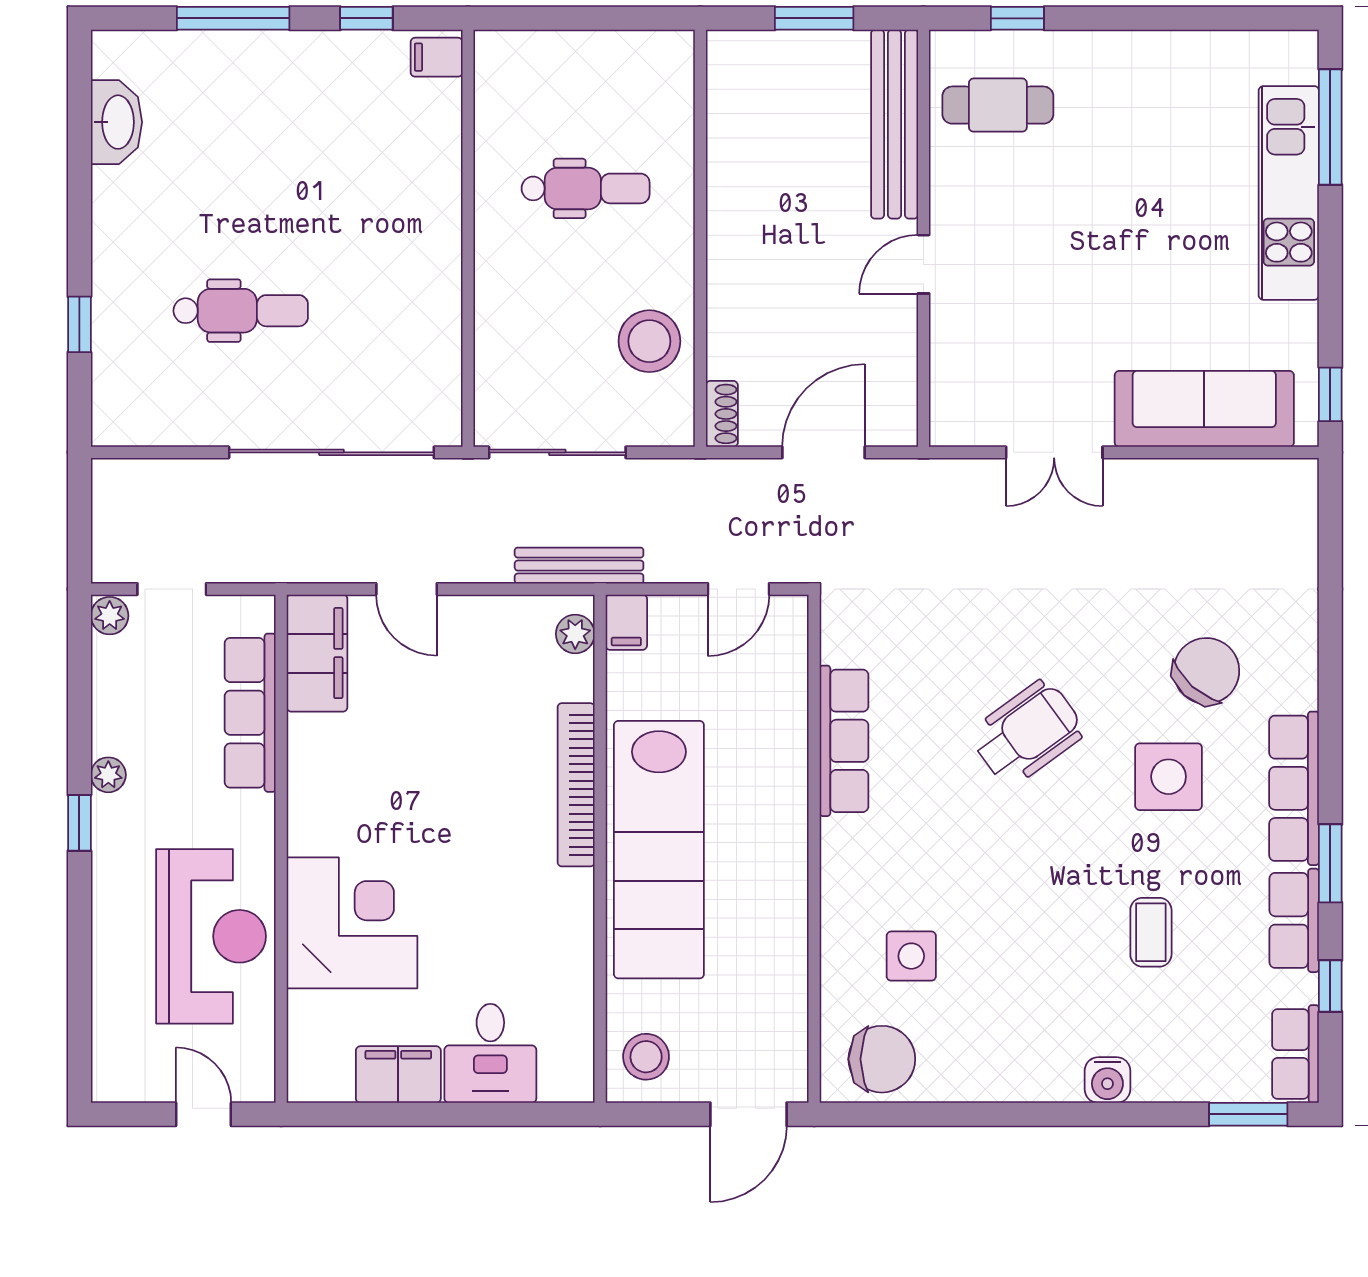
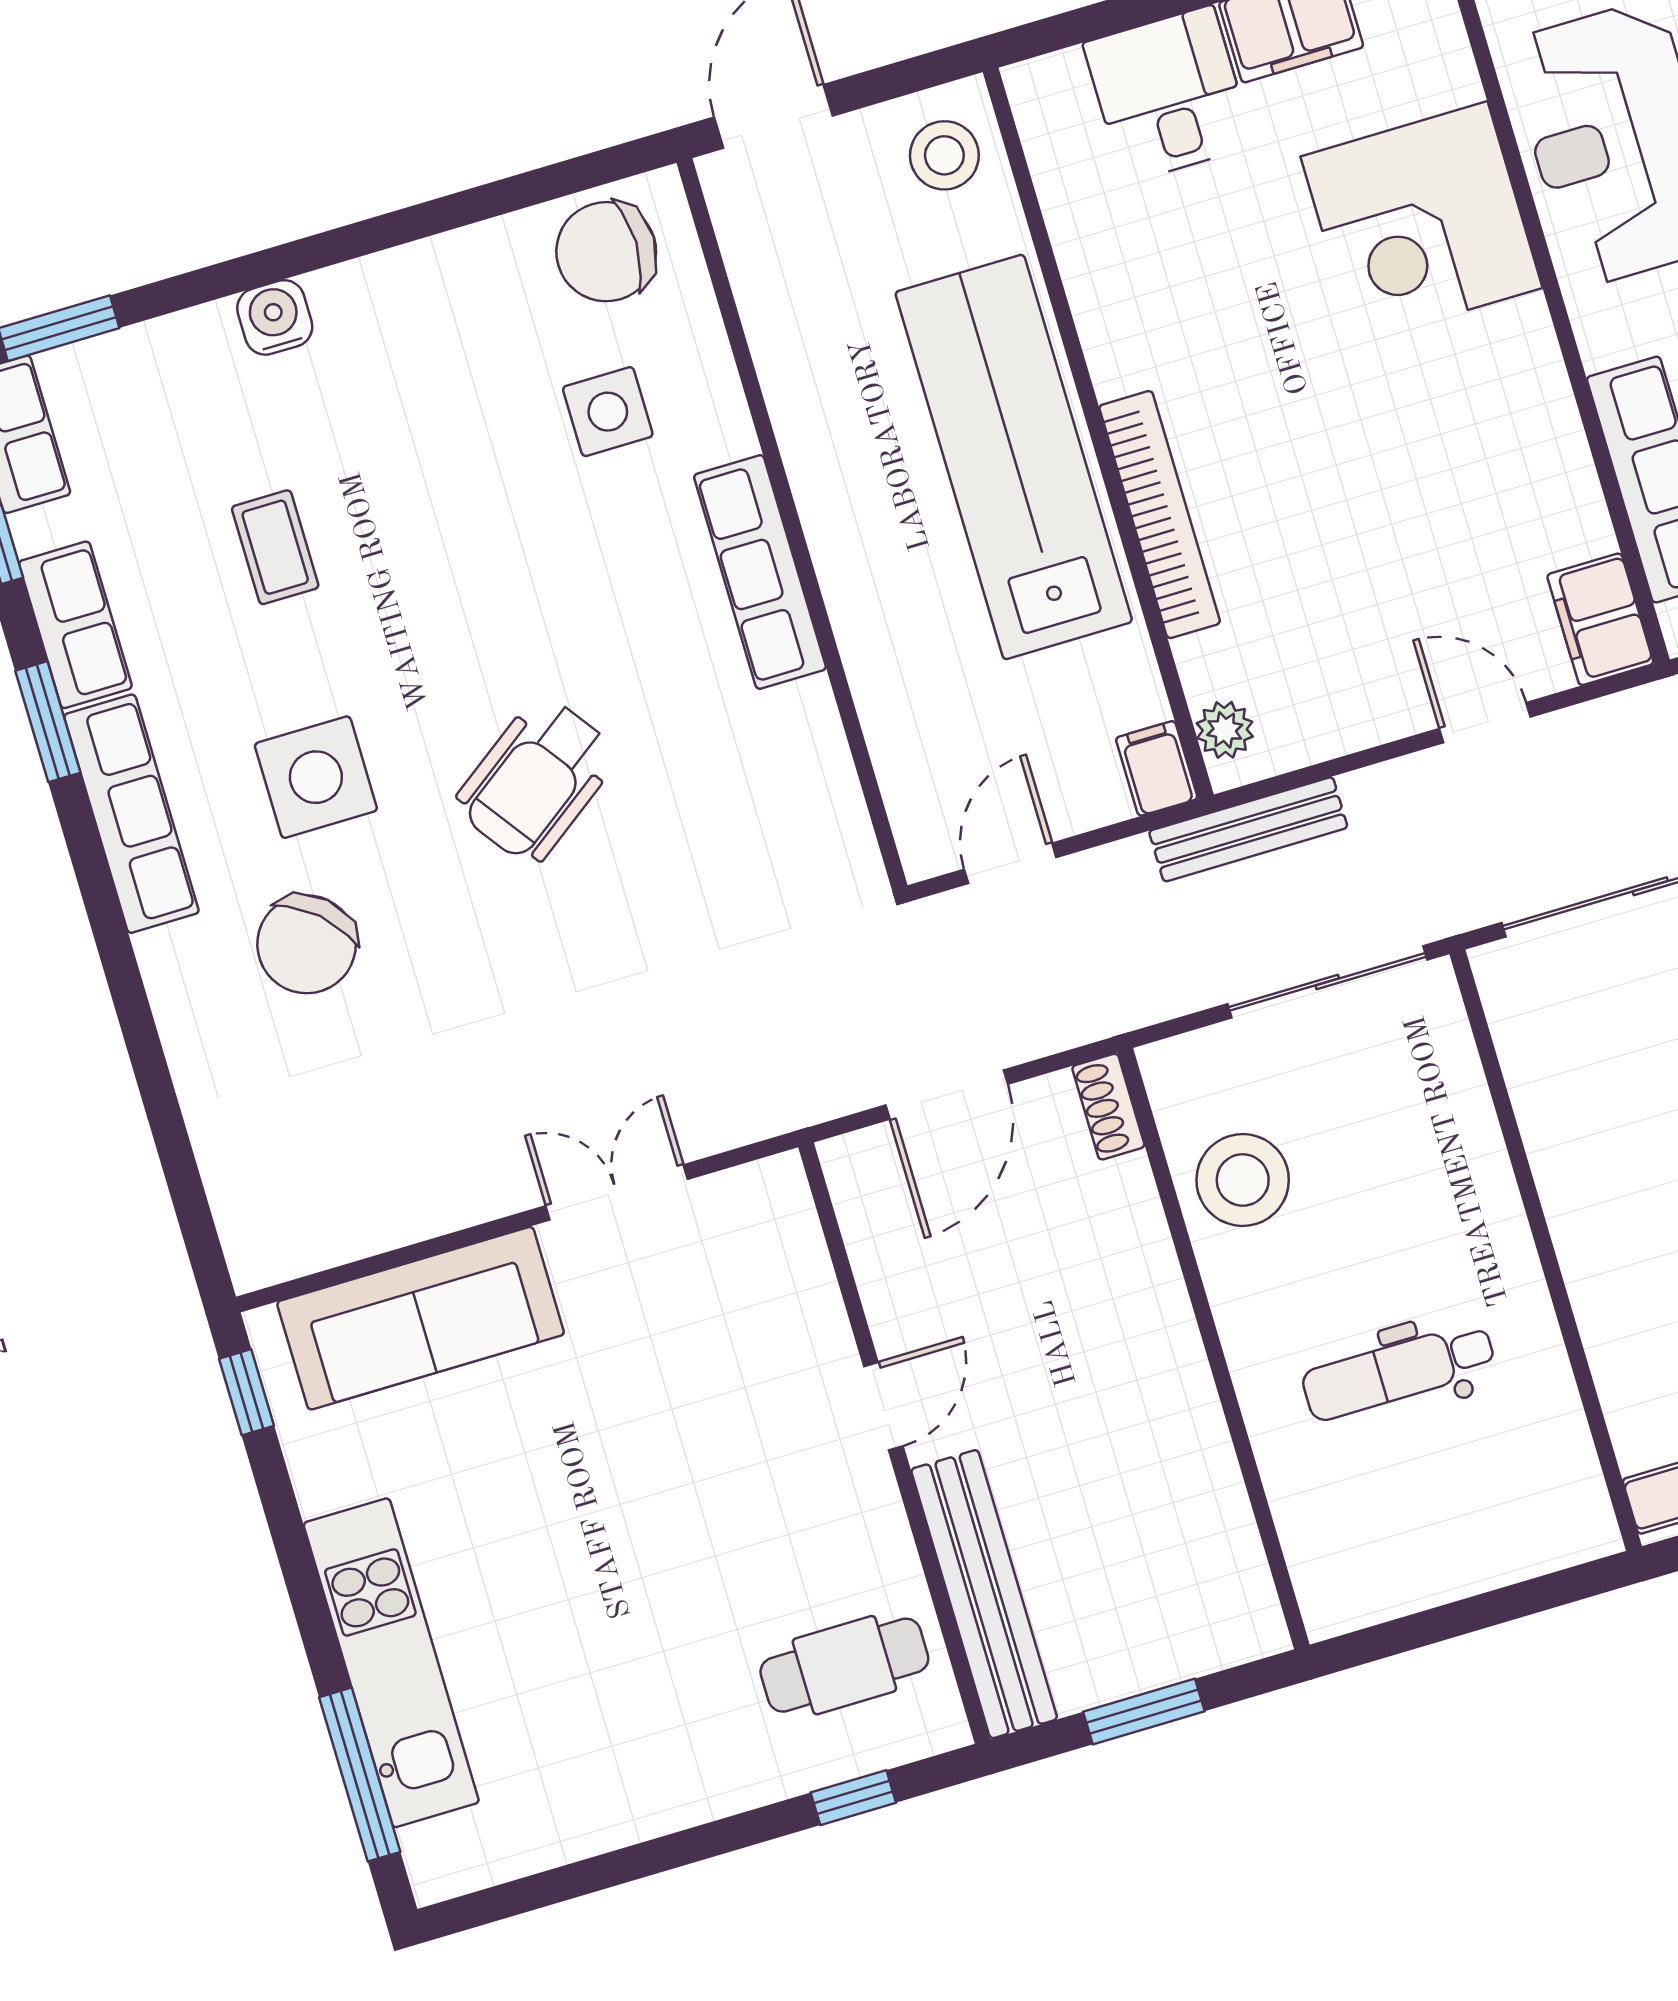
filing cabinet: (317, 653) -> (1600, 619), width x0.67, depth x0.86
row of seats: (844, 741) -> (760, 572), moved

